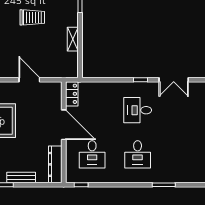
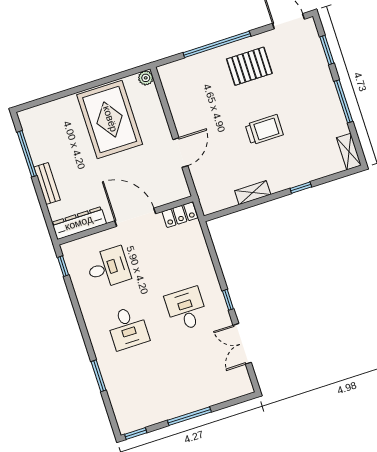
trolley: (32, 17) -> (264, 130), turned -90
door: (64, 125) -> (135, 217), swing flipped
desk: (92, 154) -> (108, 268), turned 180
desk: (138, 154) -> (128, 328), turned -90

